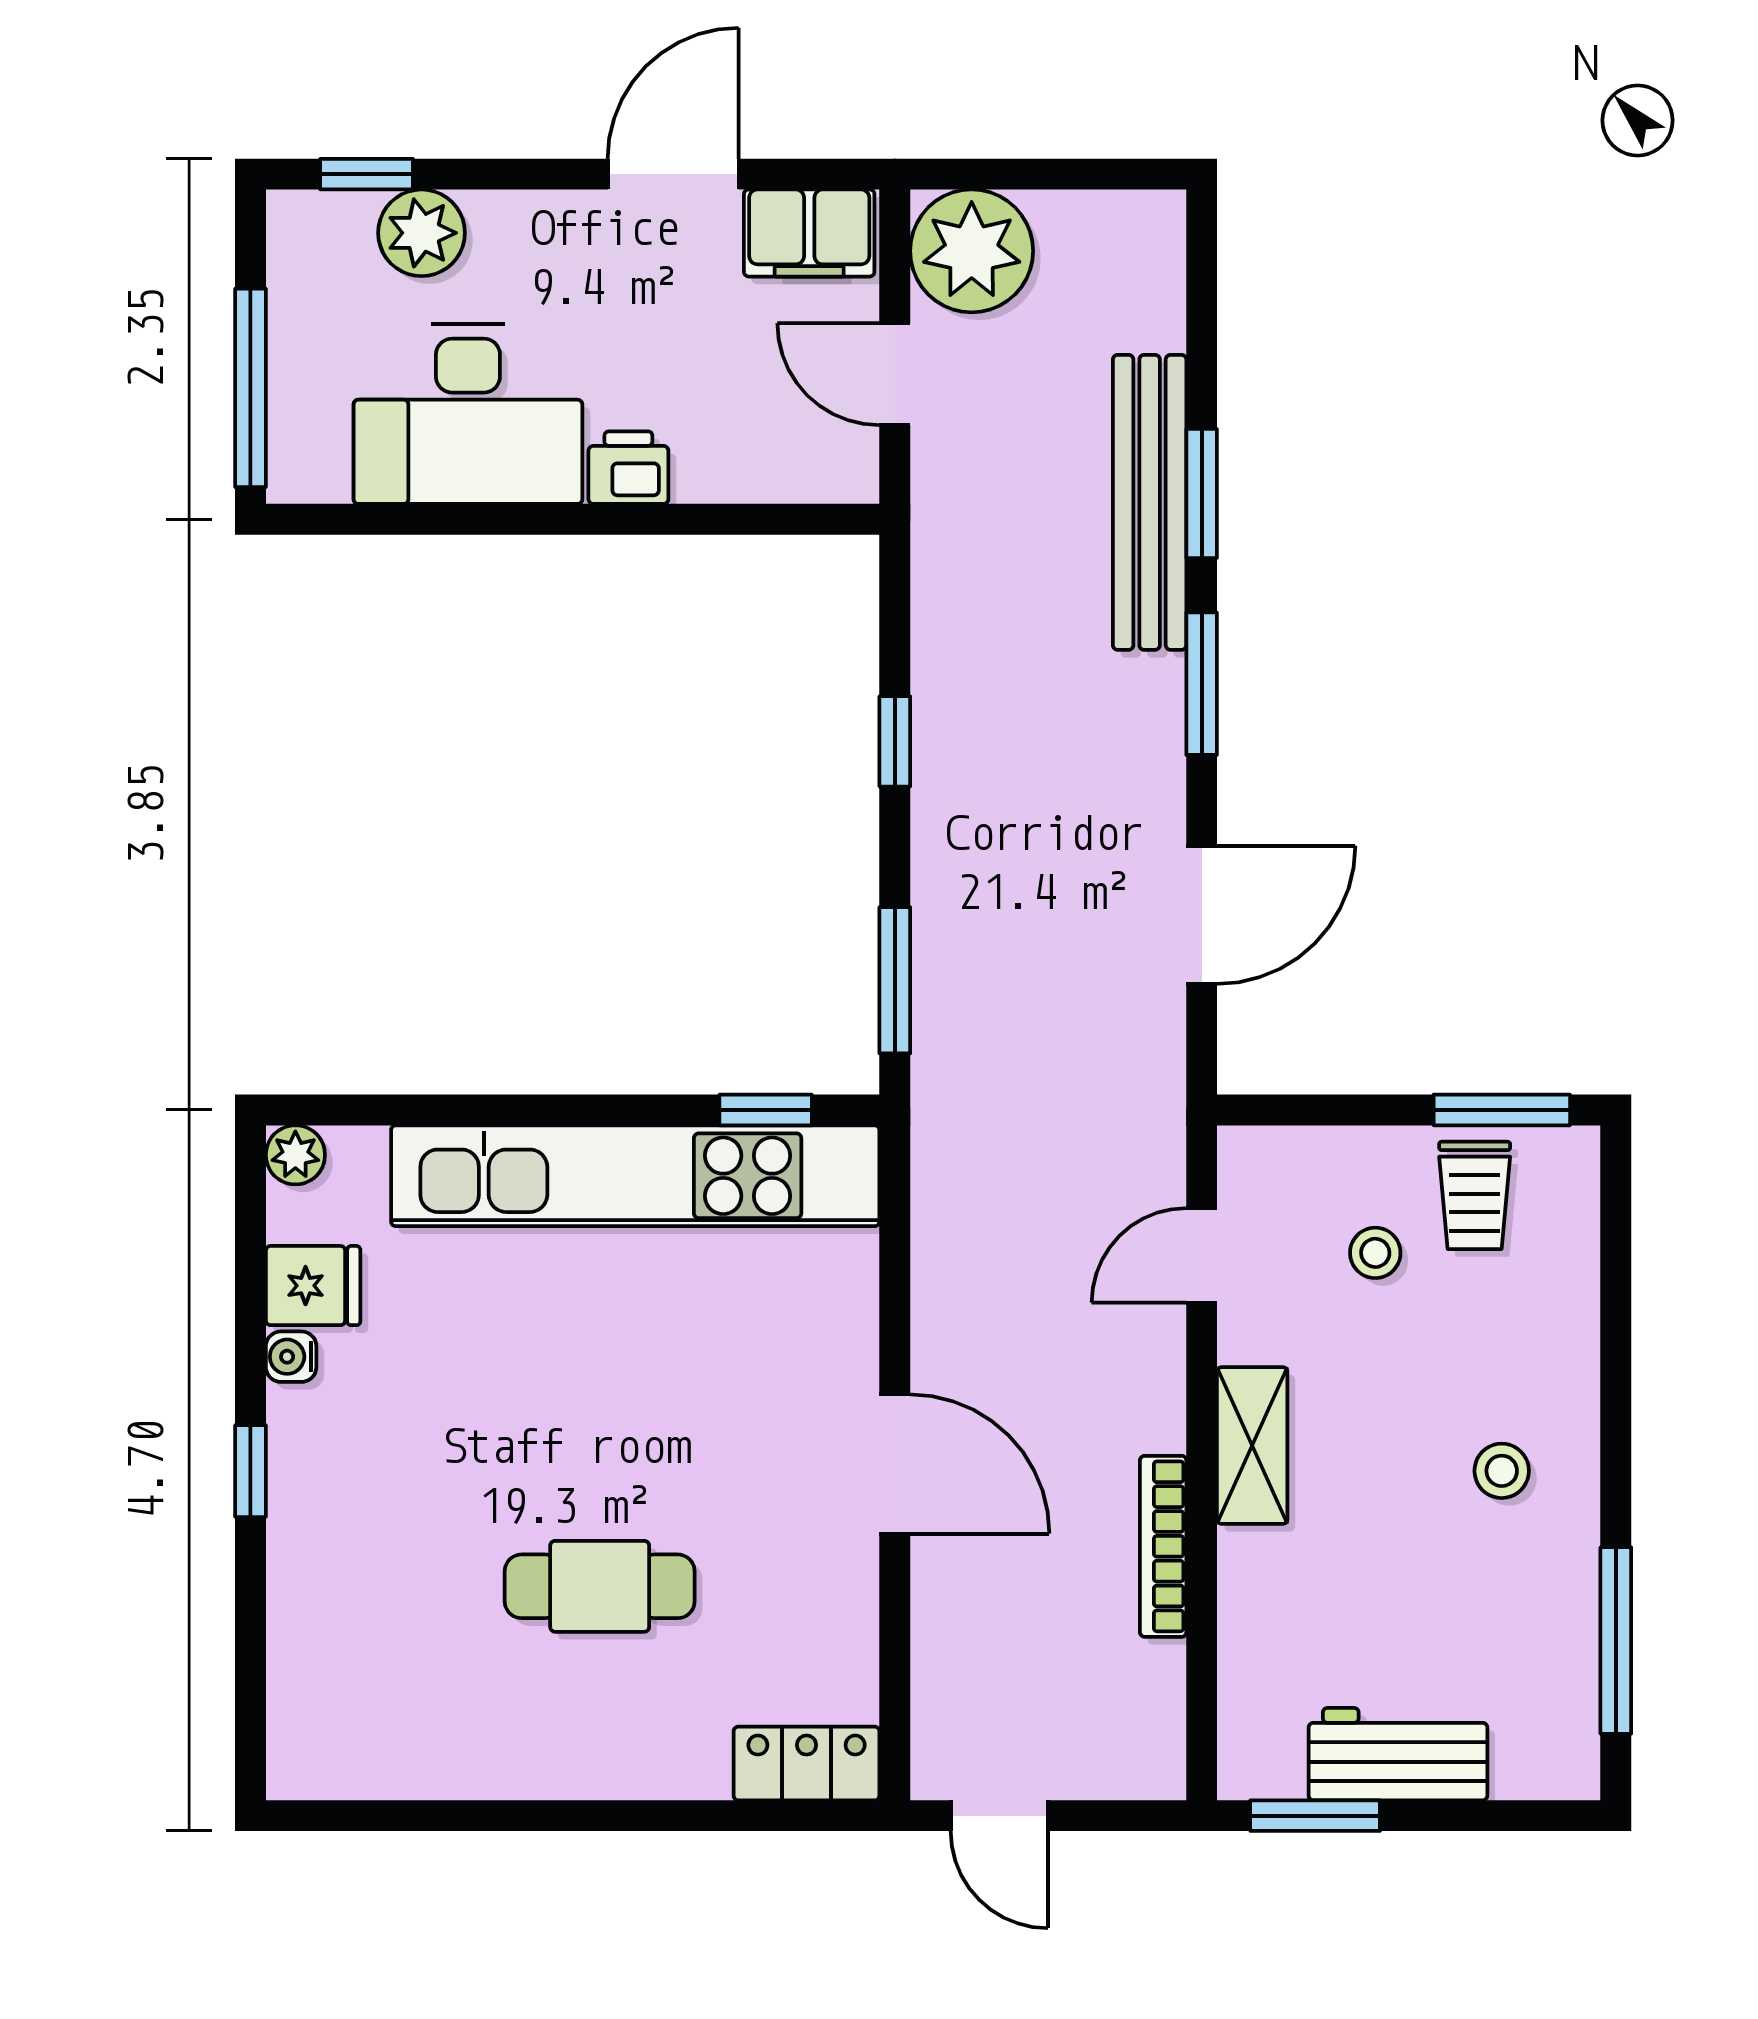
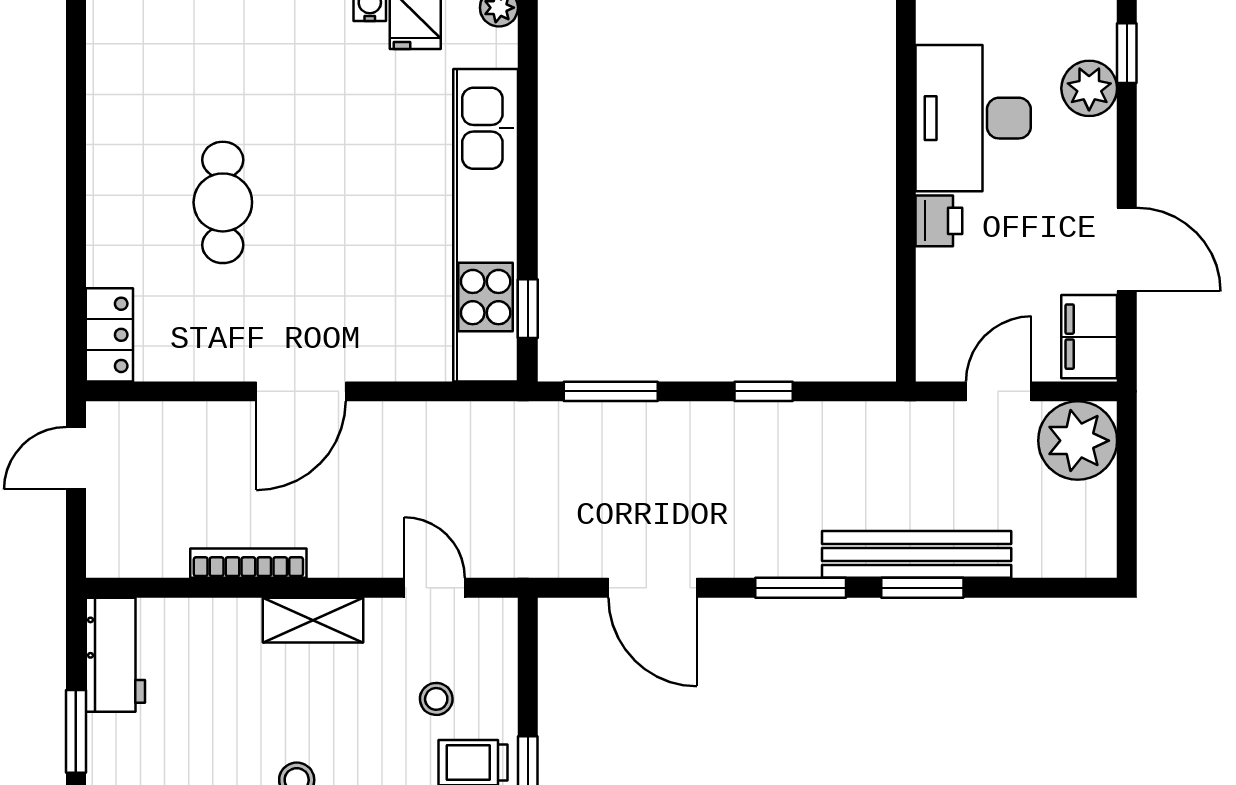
workbench: (1398, 1754) -> (115, 655), moved
window: (1315, 1816) -> (76, 731), moved

